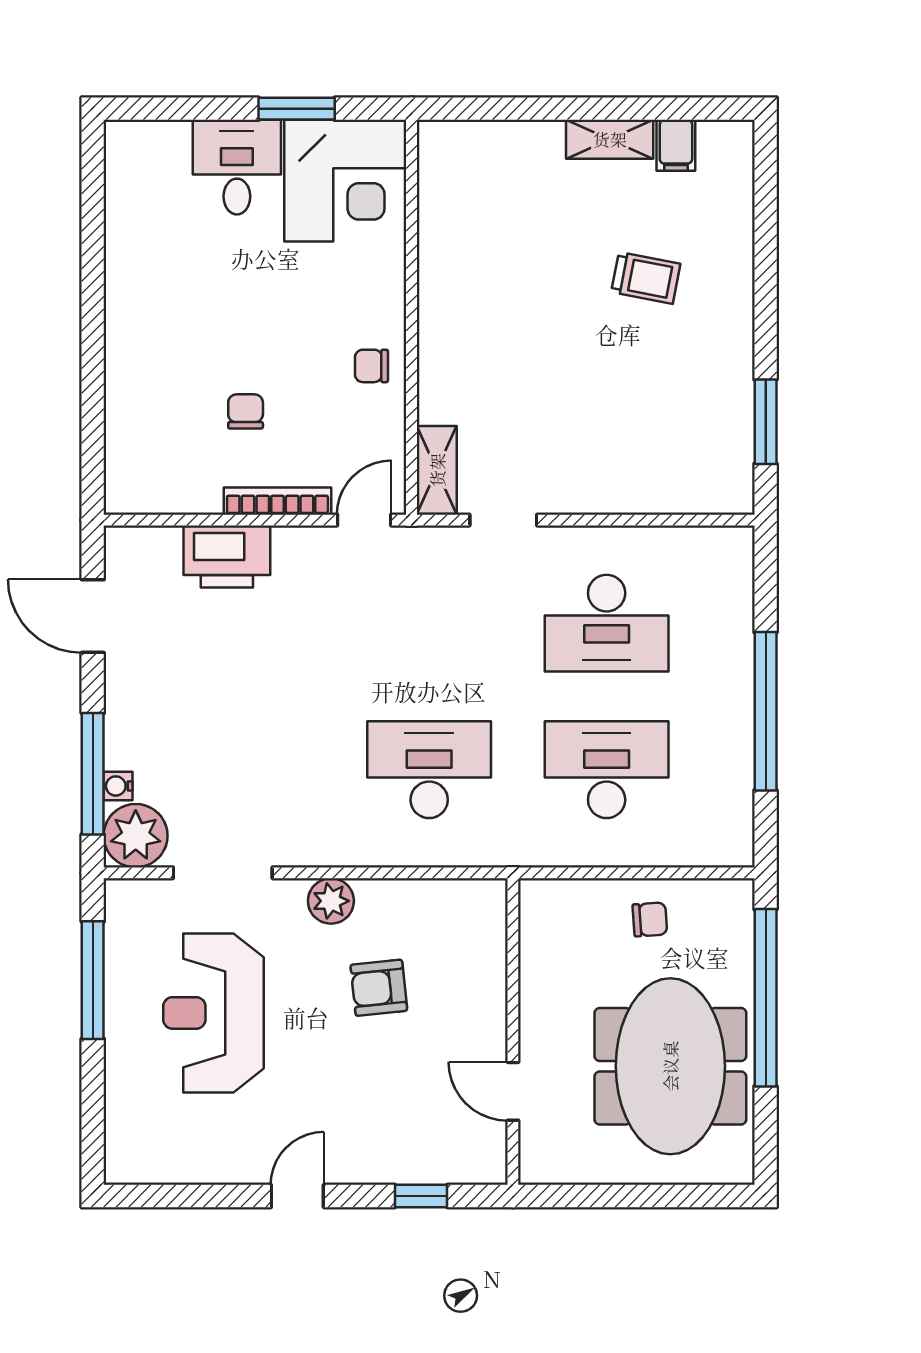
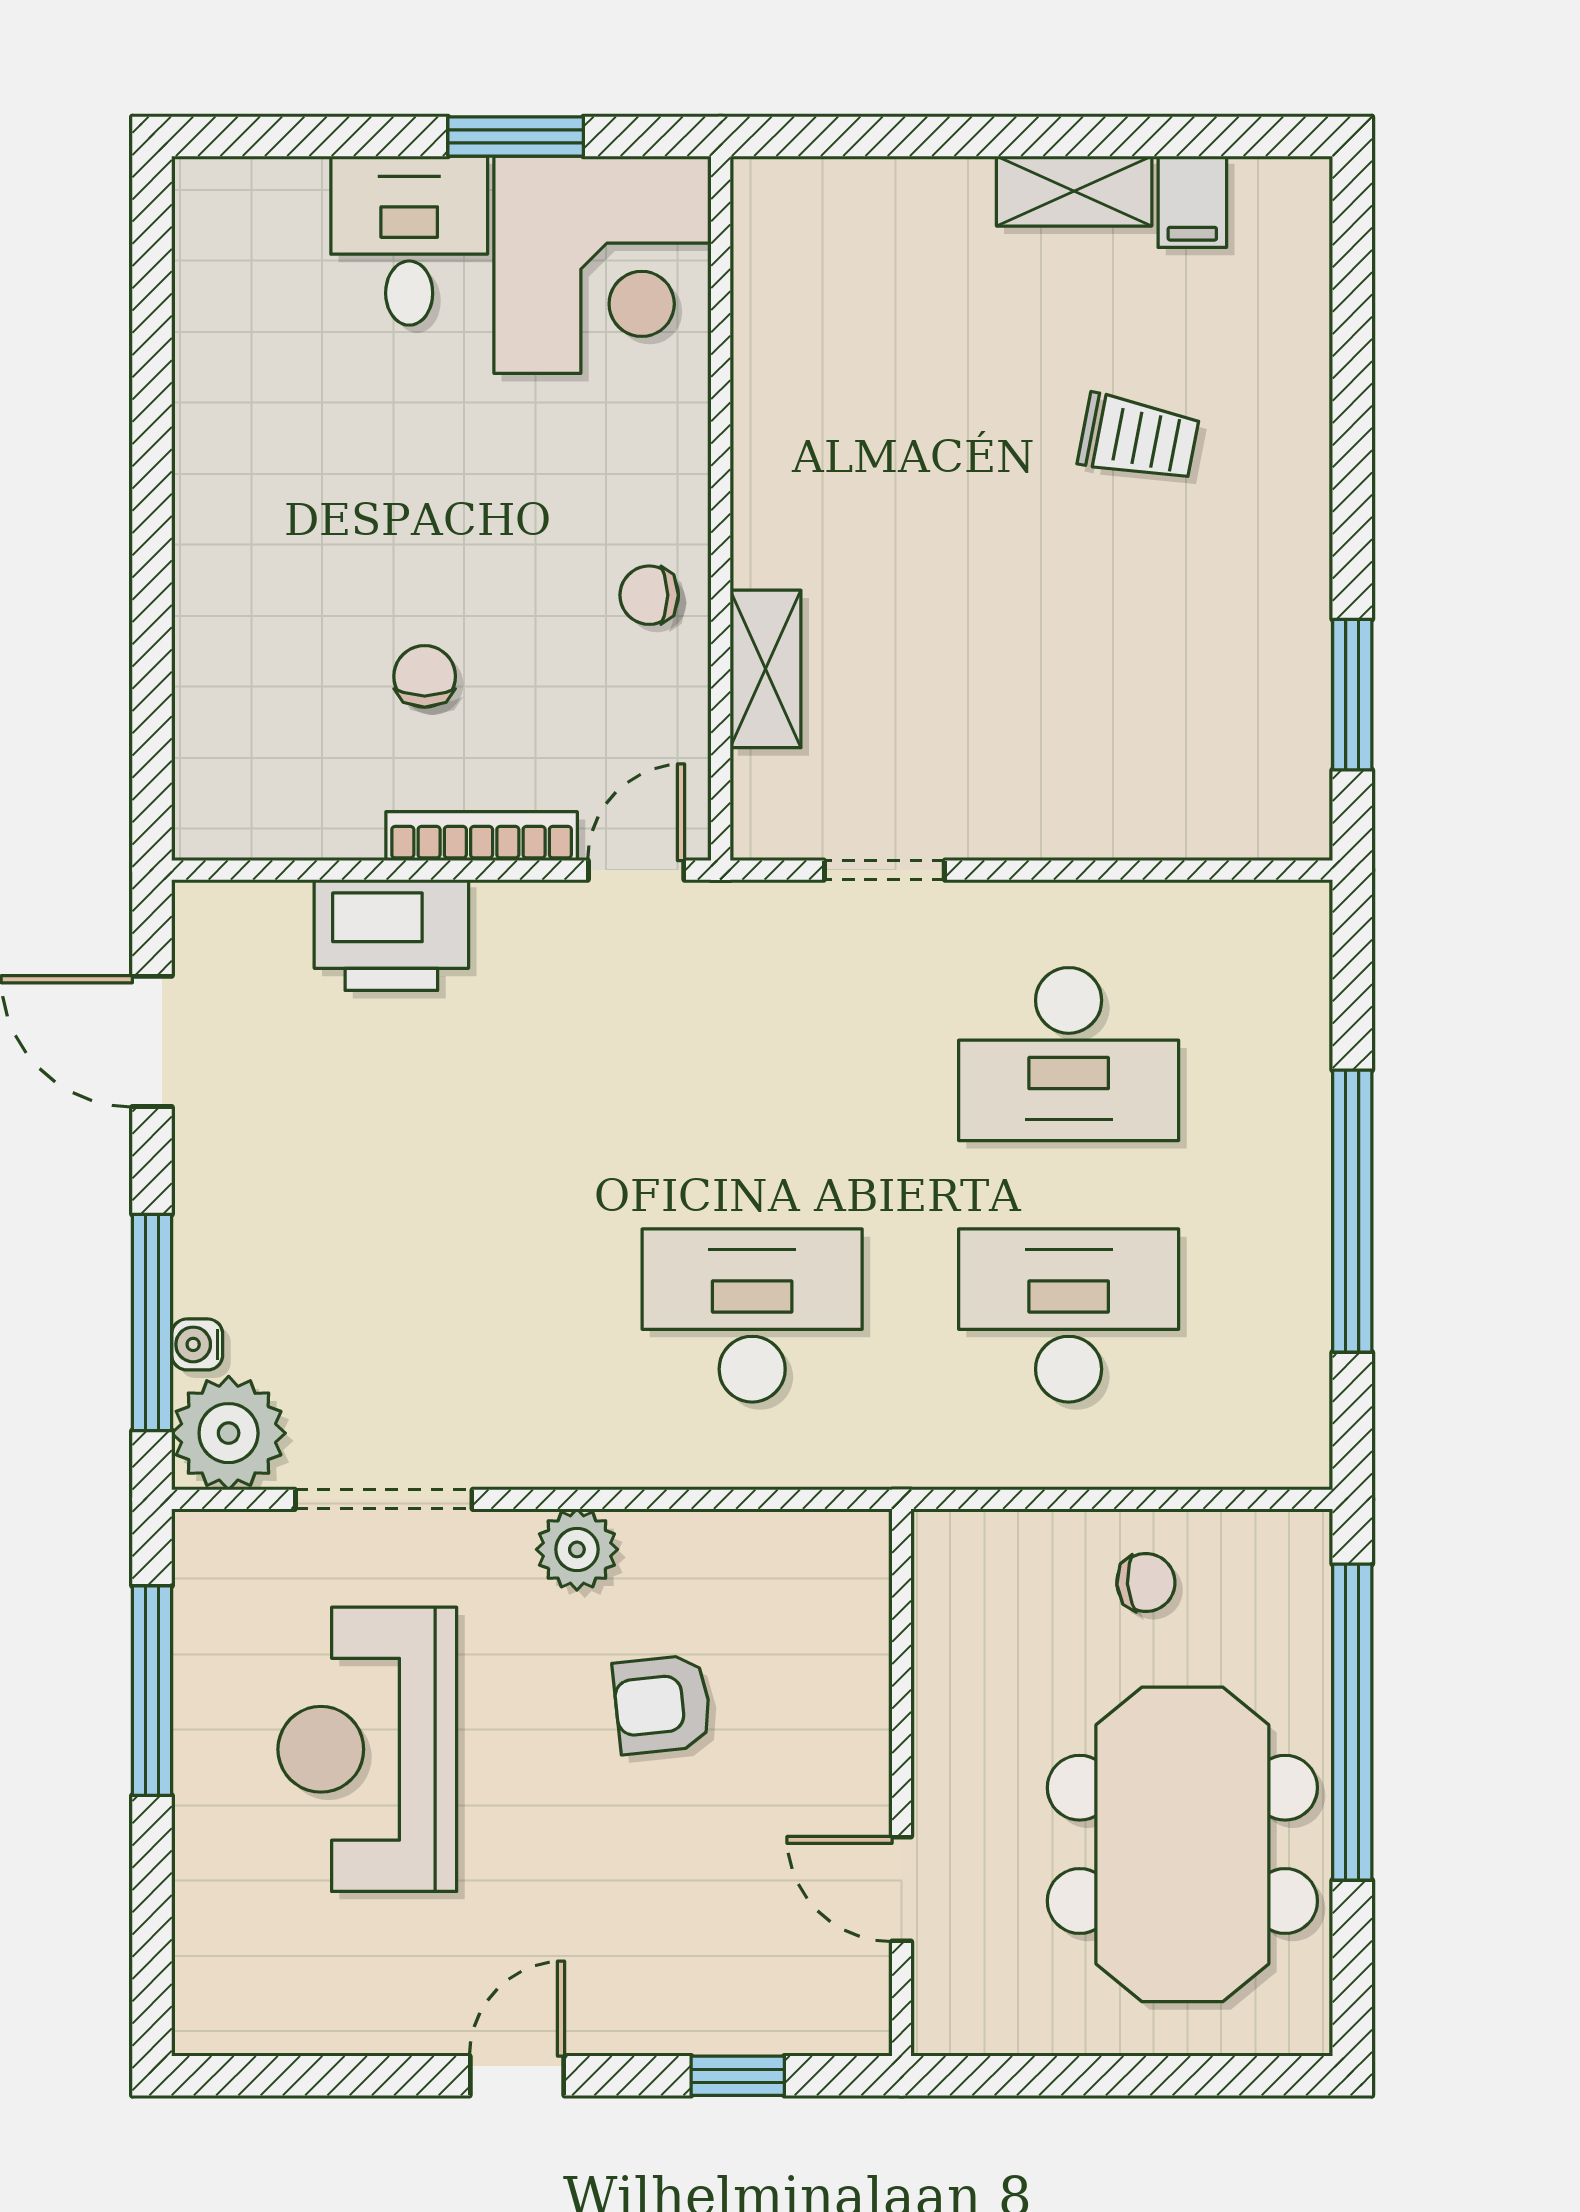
shelving: (437, 470) -> (766, 669), moved

